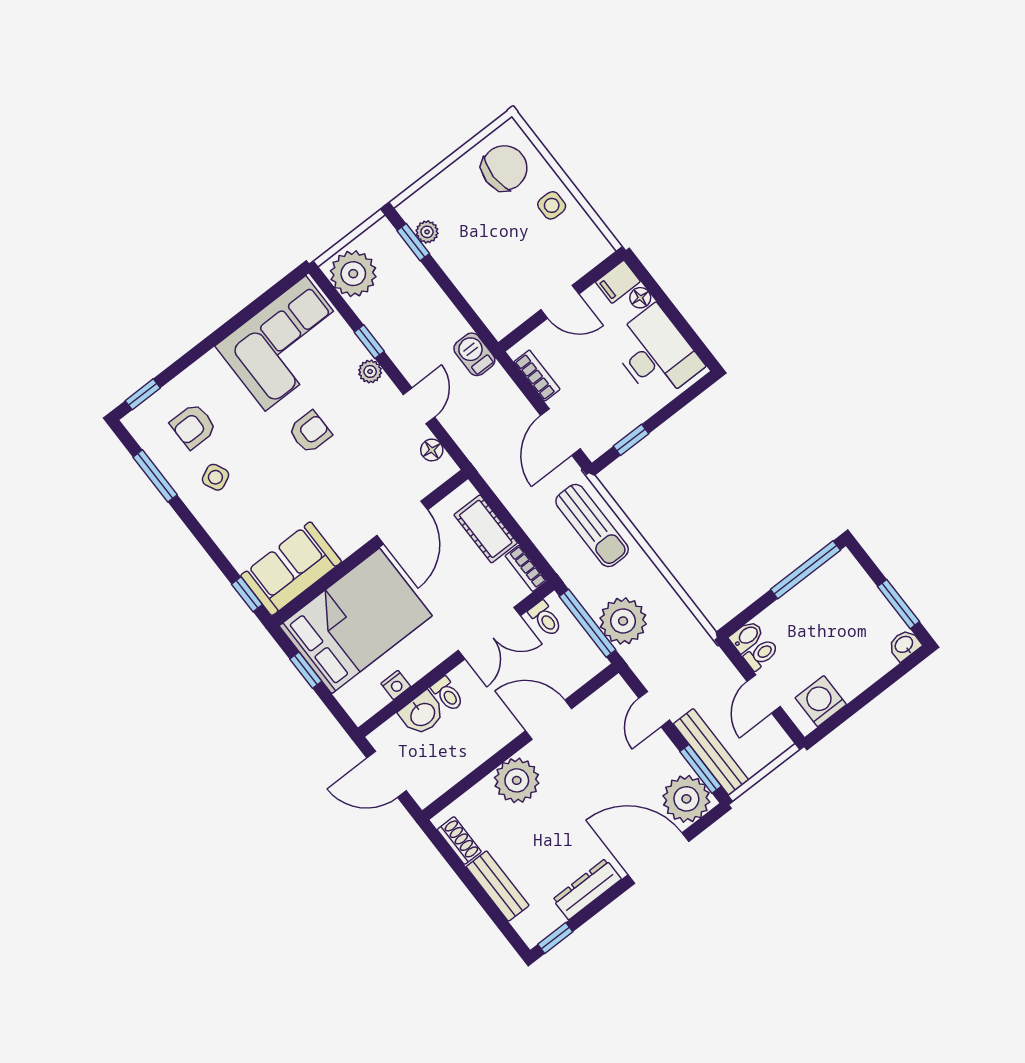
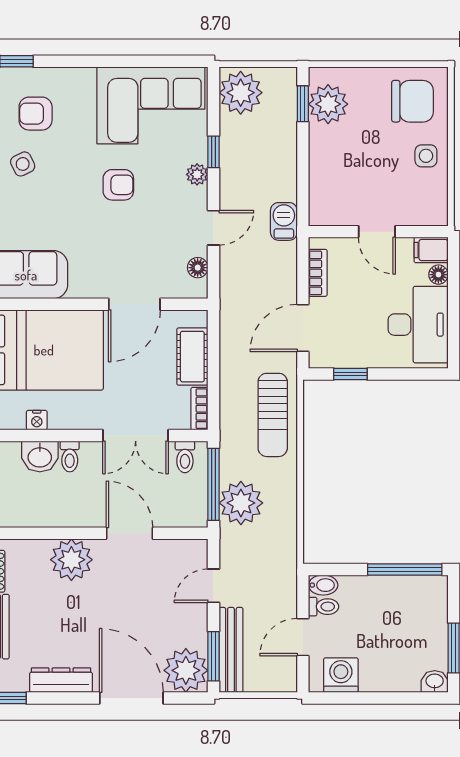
plant: (427, 232) -> (328, 104), width x1.88, depth x1.88

